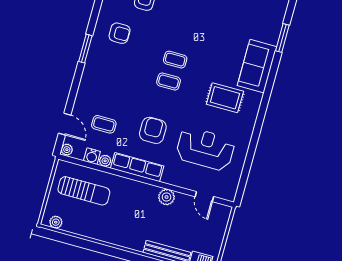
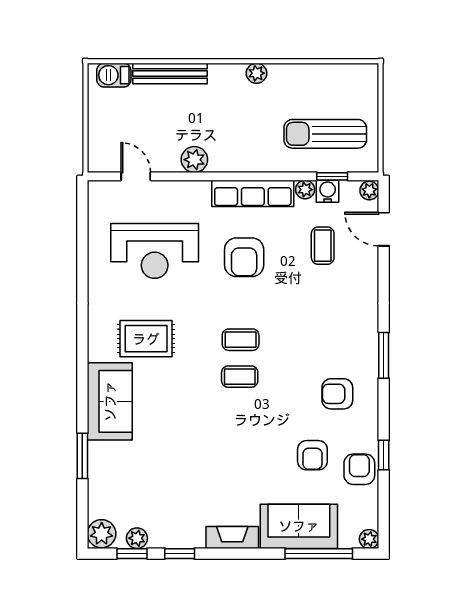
coffee table: (104, 124) -> (323, 246), turned 90
window: (87, 164) -> (332, 176), added
plant: (56, 222) -> (256, 73), moved

